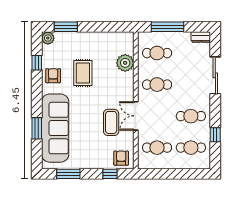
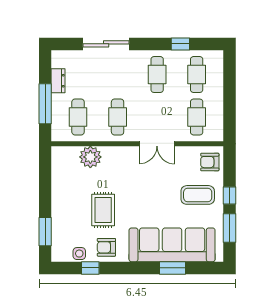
dresser: (201, 37) -> (58, 81), moved
plant: (48, 38) -> (59, 254), removed
side table: (48, 54) -> (79, 254), added
rug: (83, 73) -> (103, 210), turned 90
coffee table: (111, 122) -> (198, 195), moved
window: (110, 174) -> (230, 196), moved

